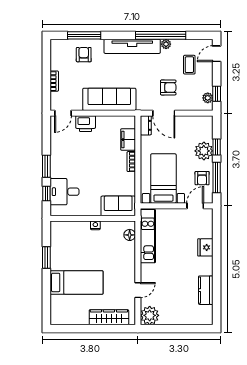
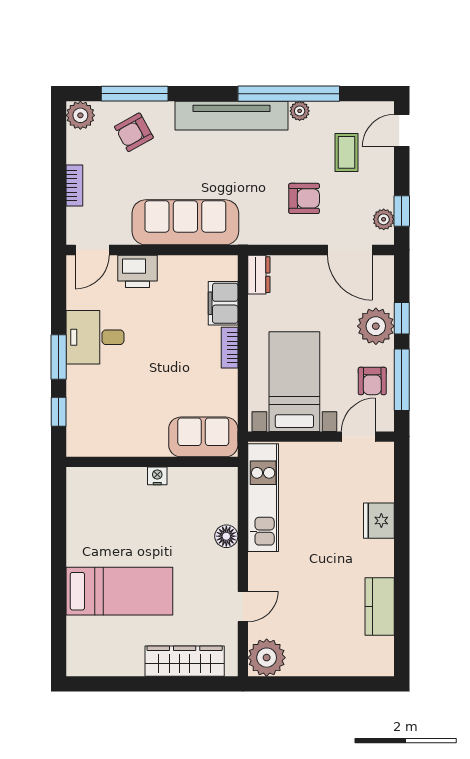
plant: (57, 46) -> (80, 115), added
armchair: (84, 55) -> (134, 132), turned -119
door: (164, 113) -> (350, 250), moved
desk: (64, 192) -> (95, 337), moved
floor lamp: (130, 235) -> (226, 536), moved
window: (46, 257) -> (59, 541), removed

